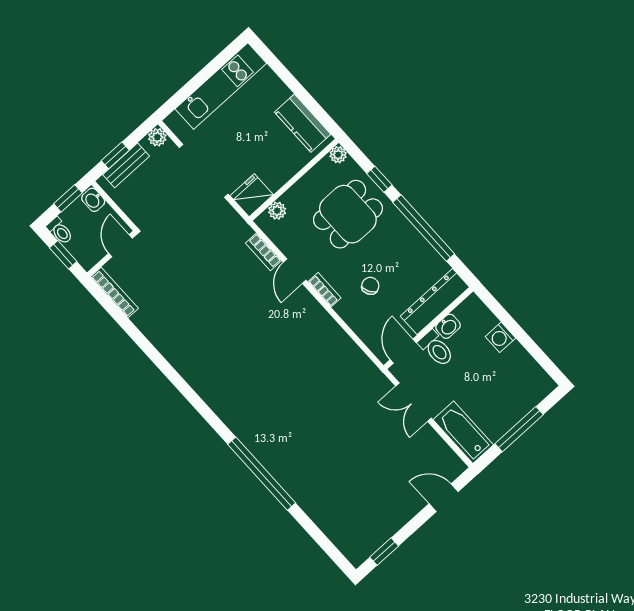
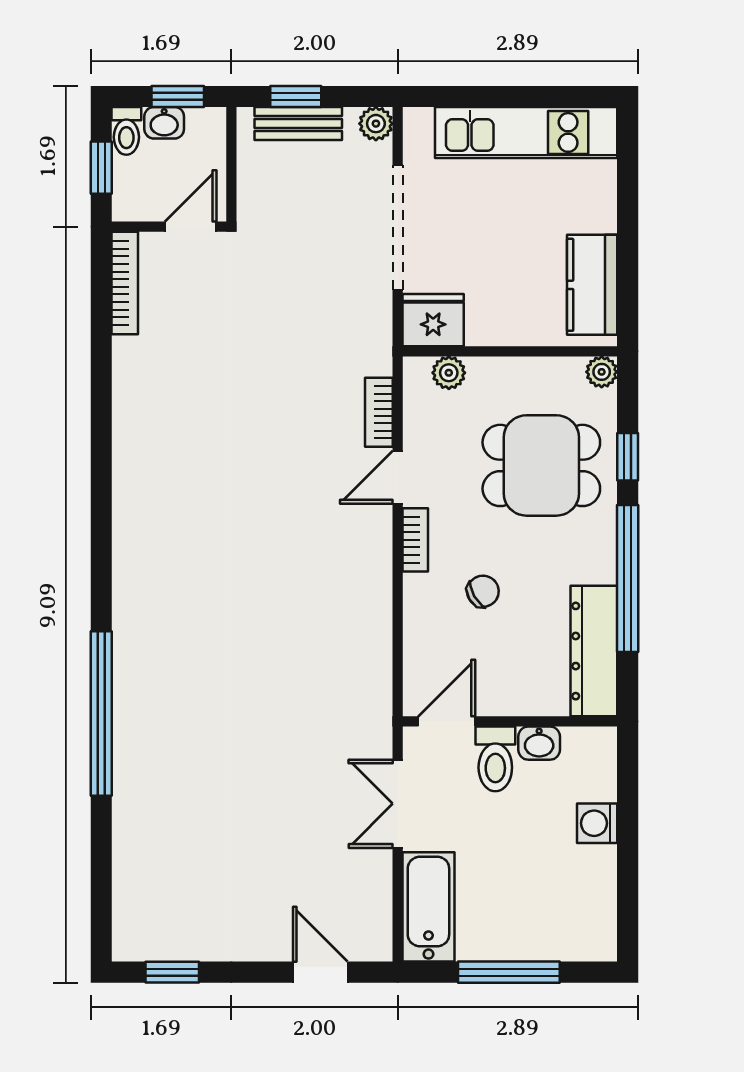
washbasin: (93, 200) -> (164, 123), moved, turned -90
dresser: (435, 302) -> (594, 651), moved, turned -90

